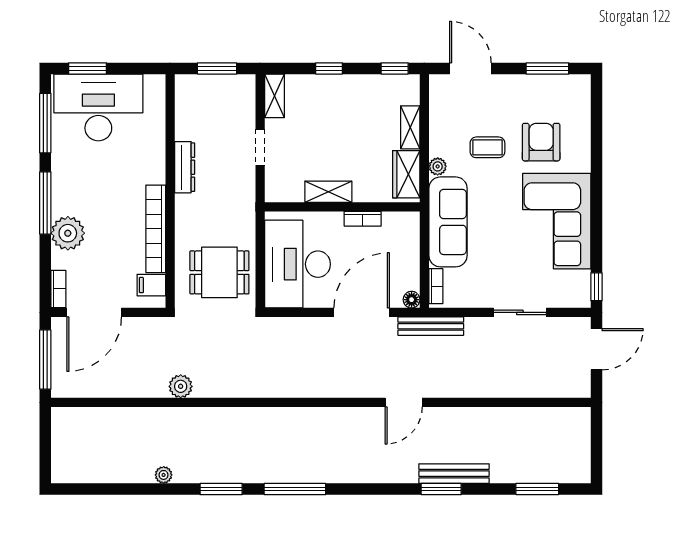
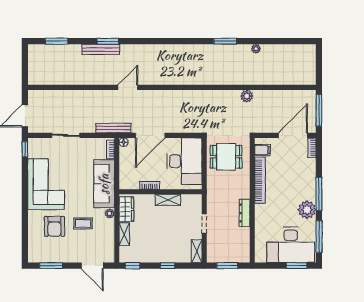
plant: (68, 233) -> (307, 210), moved
window: (295, 489) -> (186, 41), removed

